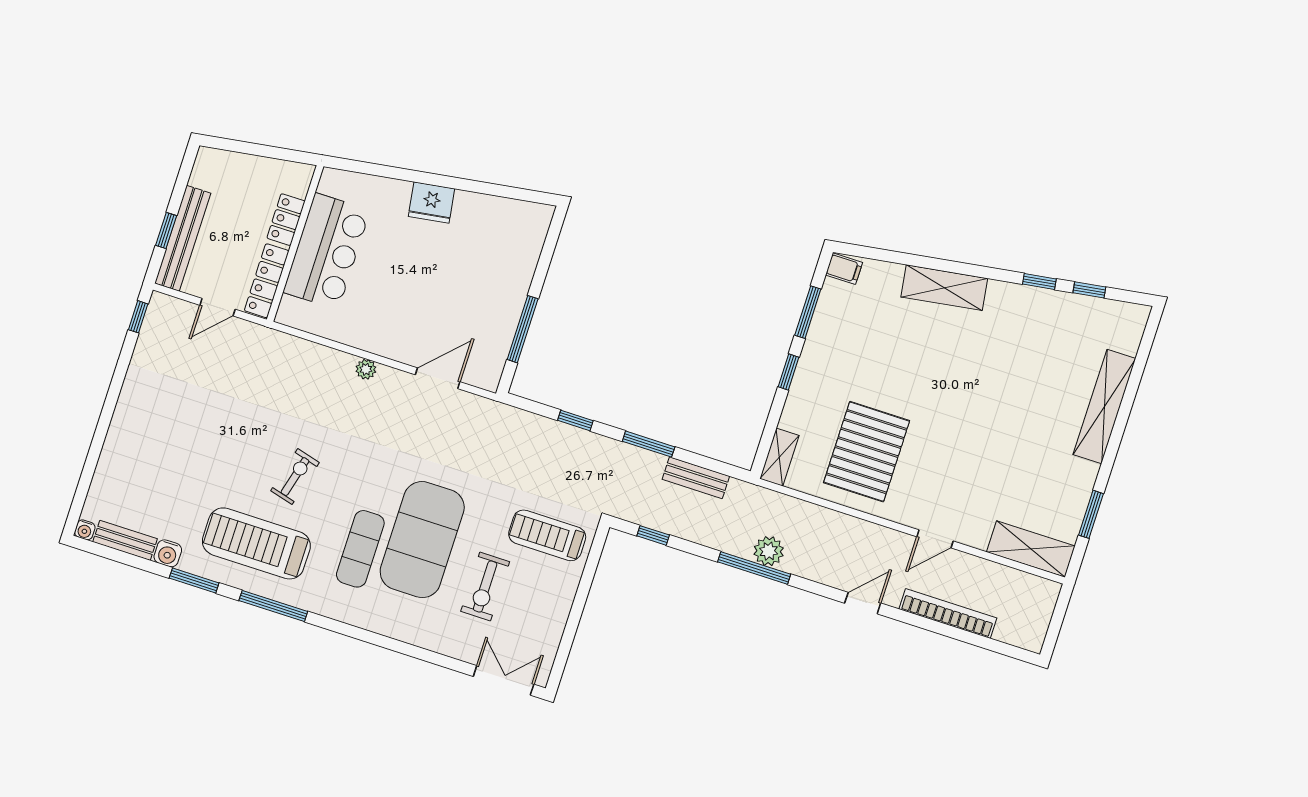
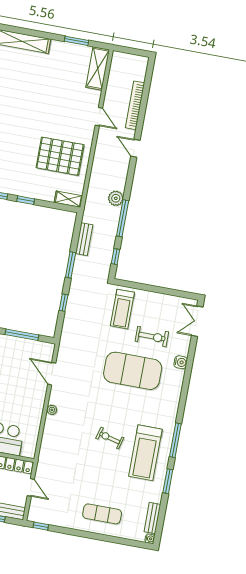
exercise mat: (360, 549) -> (102, 514), moved
water cooler: (168, 553) -> (181, 362), moved
window: (754, 568) -> (123, 218), moved

